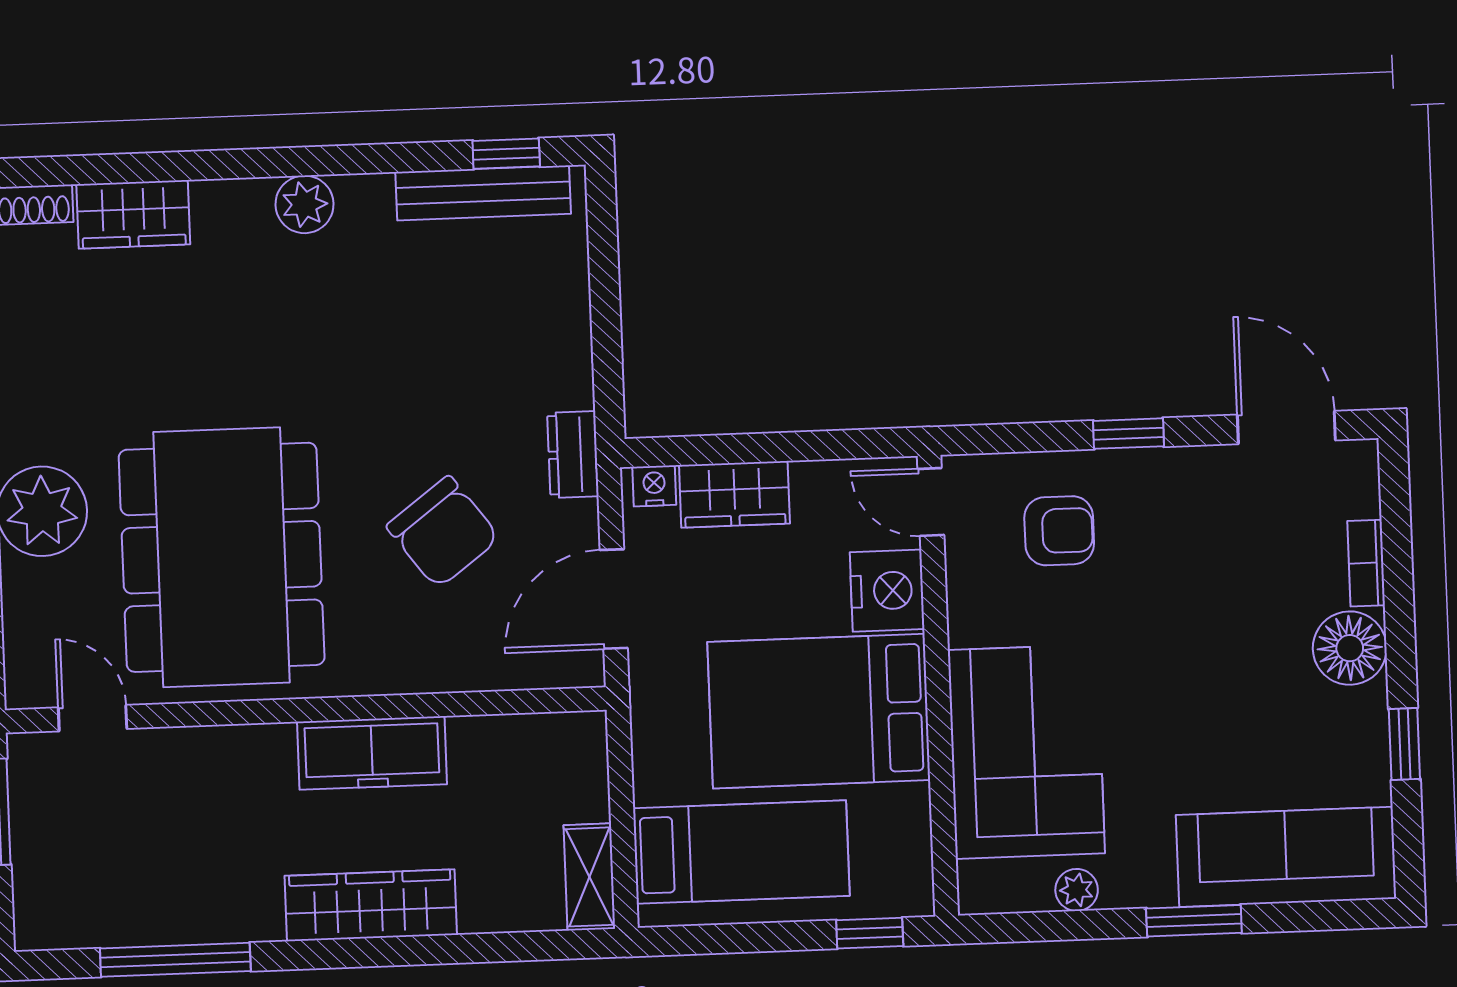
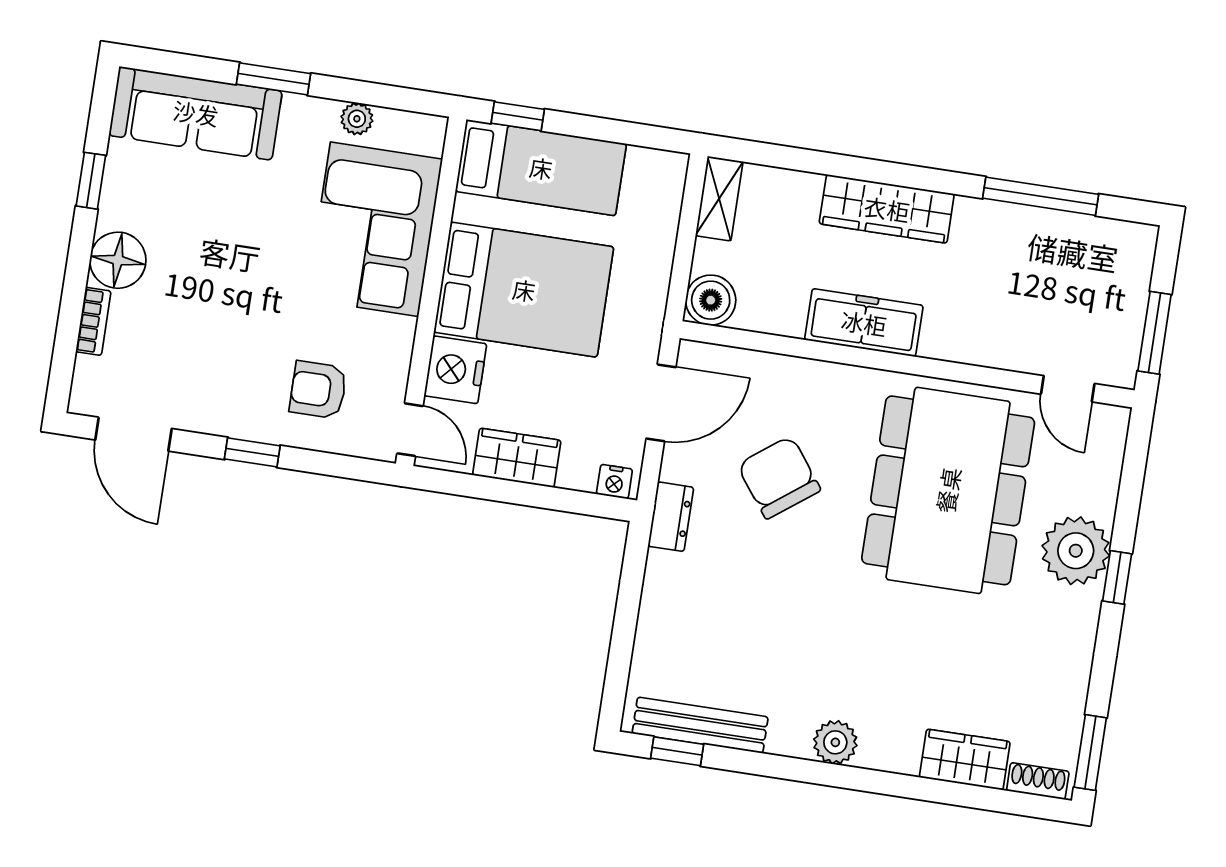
wardrobe: (734, 494) -> (517, 458), moved
boiler: (575, 744) -> (711, 300), added
bed: (741, 852) -> (541, 168), moved, turned 180

